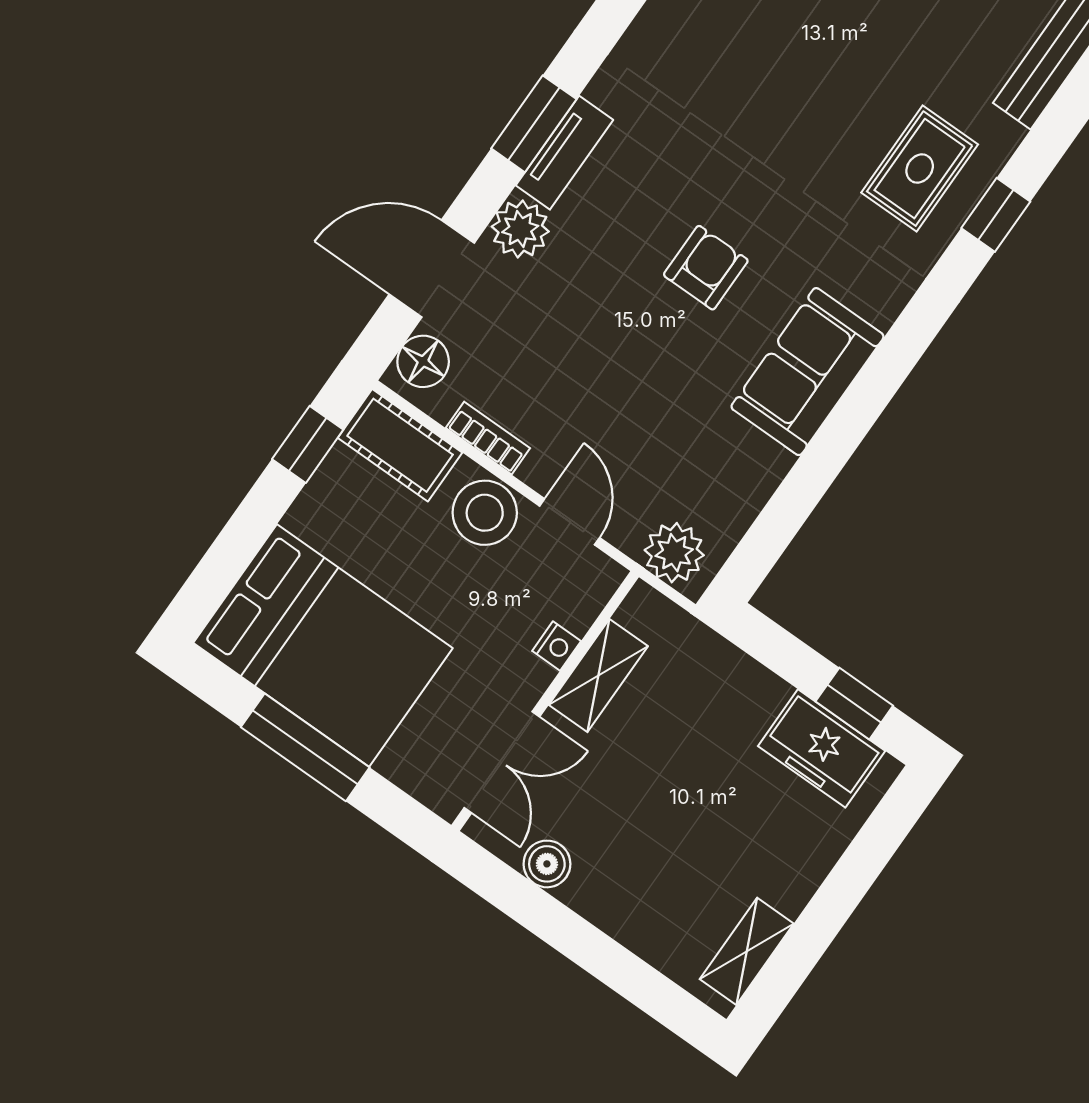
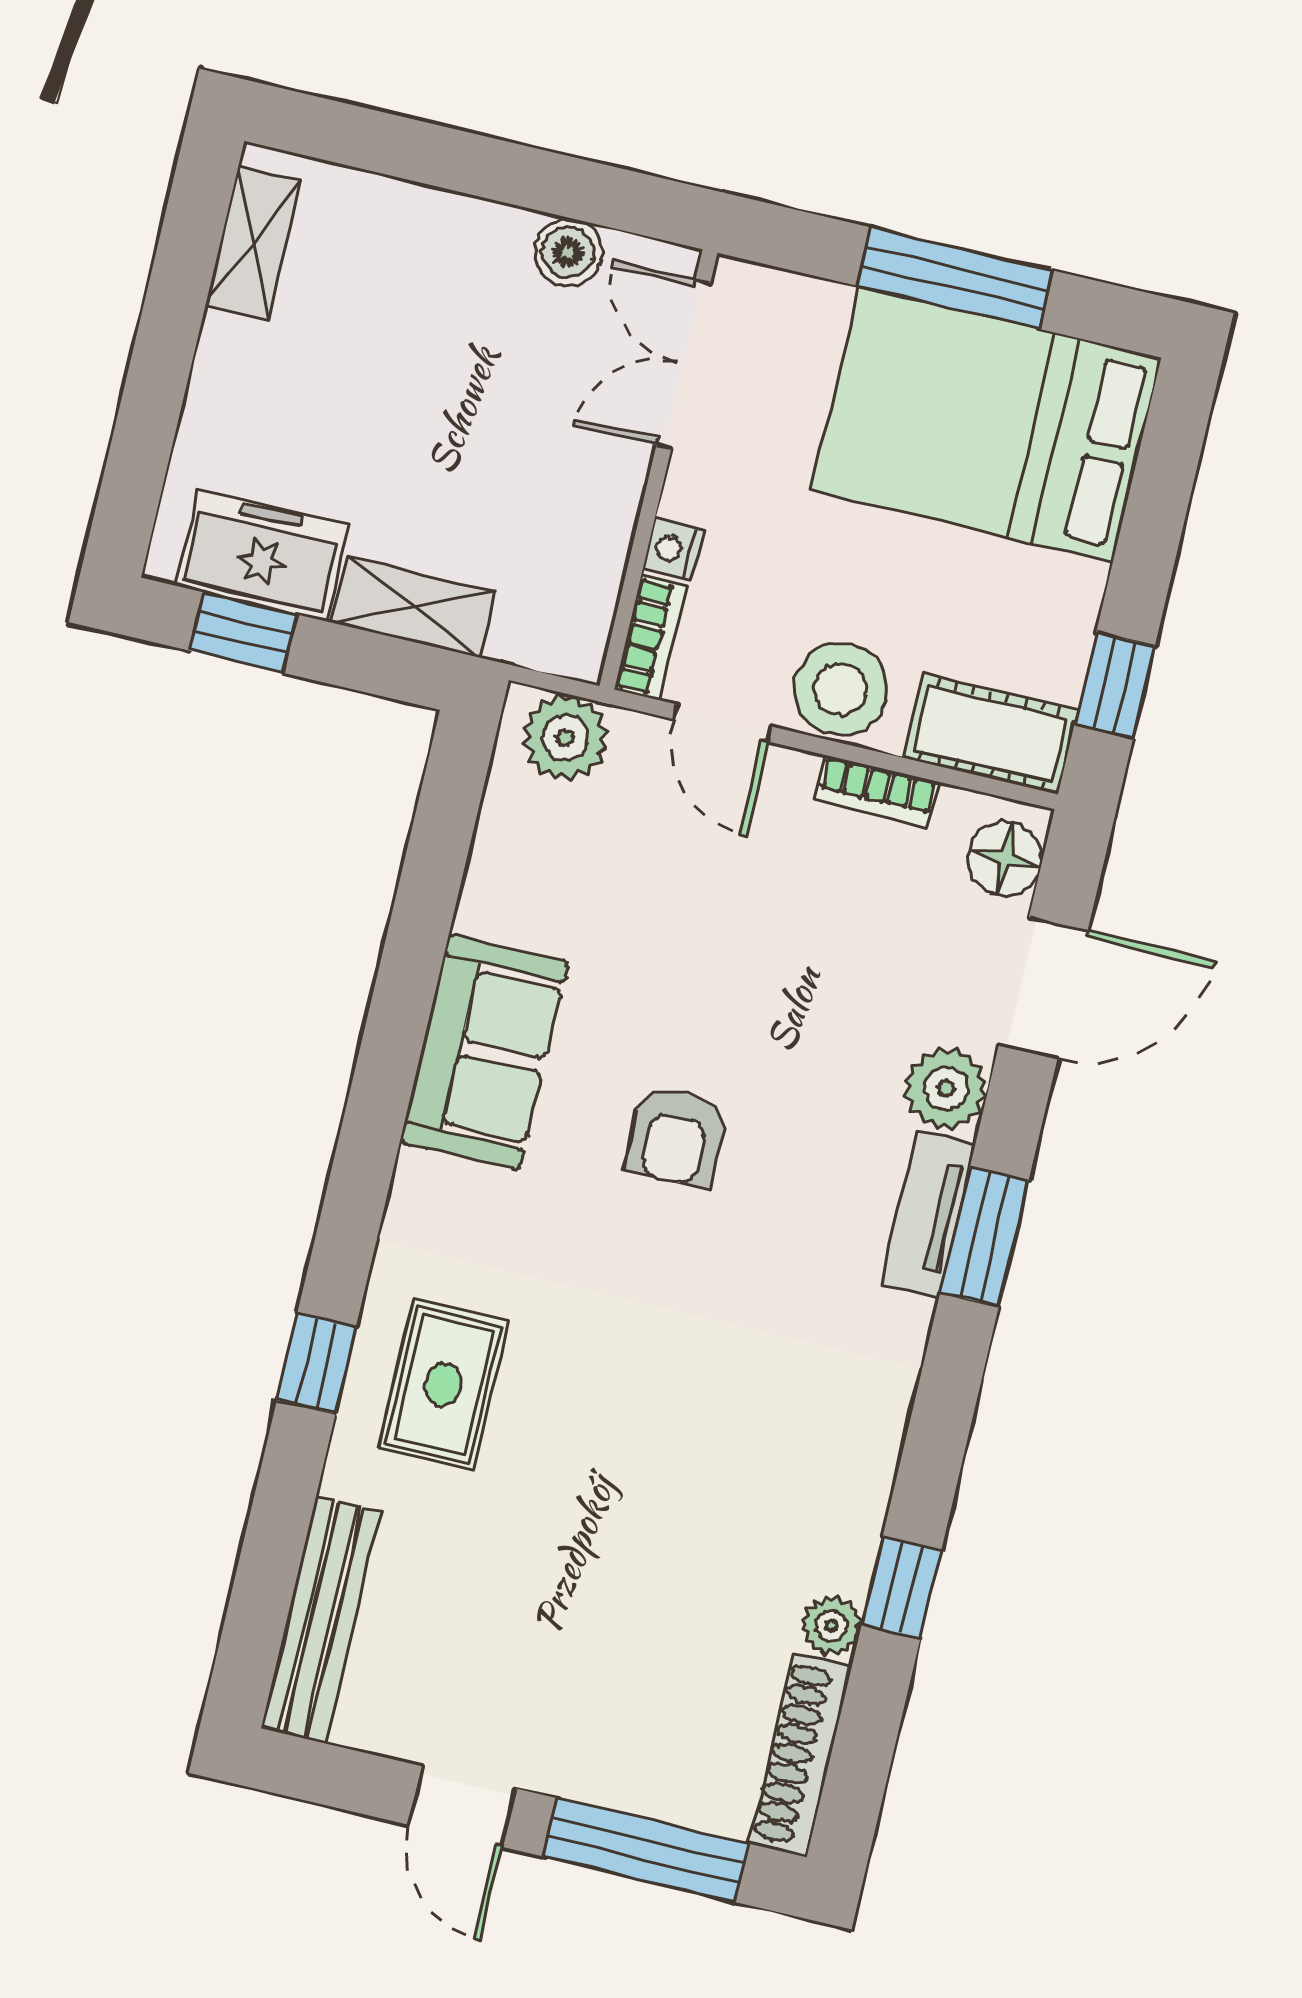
bookcase: (594, 595) -> (651, 638), added
shelving: (598, 676) -> (414, 607), moved, turned 90

